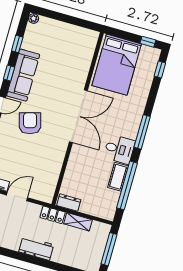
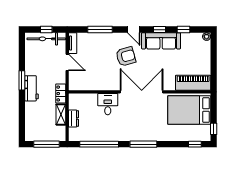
piano: (85, 51) -> (193, 83), added
double door: (78, 116) -> (142, 92), swing flipped
desk: (119, 149) -> (108, 104), moved, turned 180
cot: (118, 177) -> (104, 135), removed
dresser: (69, 203) -> (73, 119), moved
window: (23, 257) -> (22, 80), added

